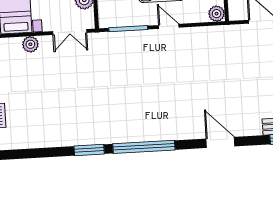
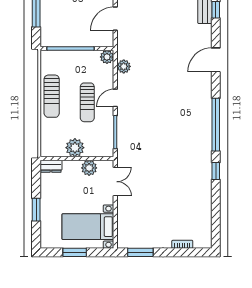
plant: (30, 44) -> (124, 66), moved
window: (89, 150) -> (216, 171), width x0.67

